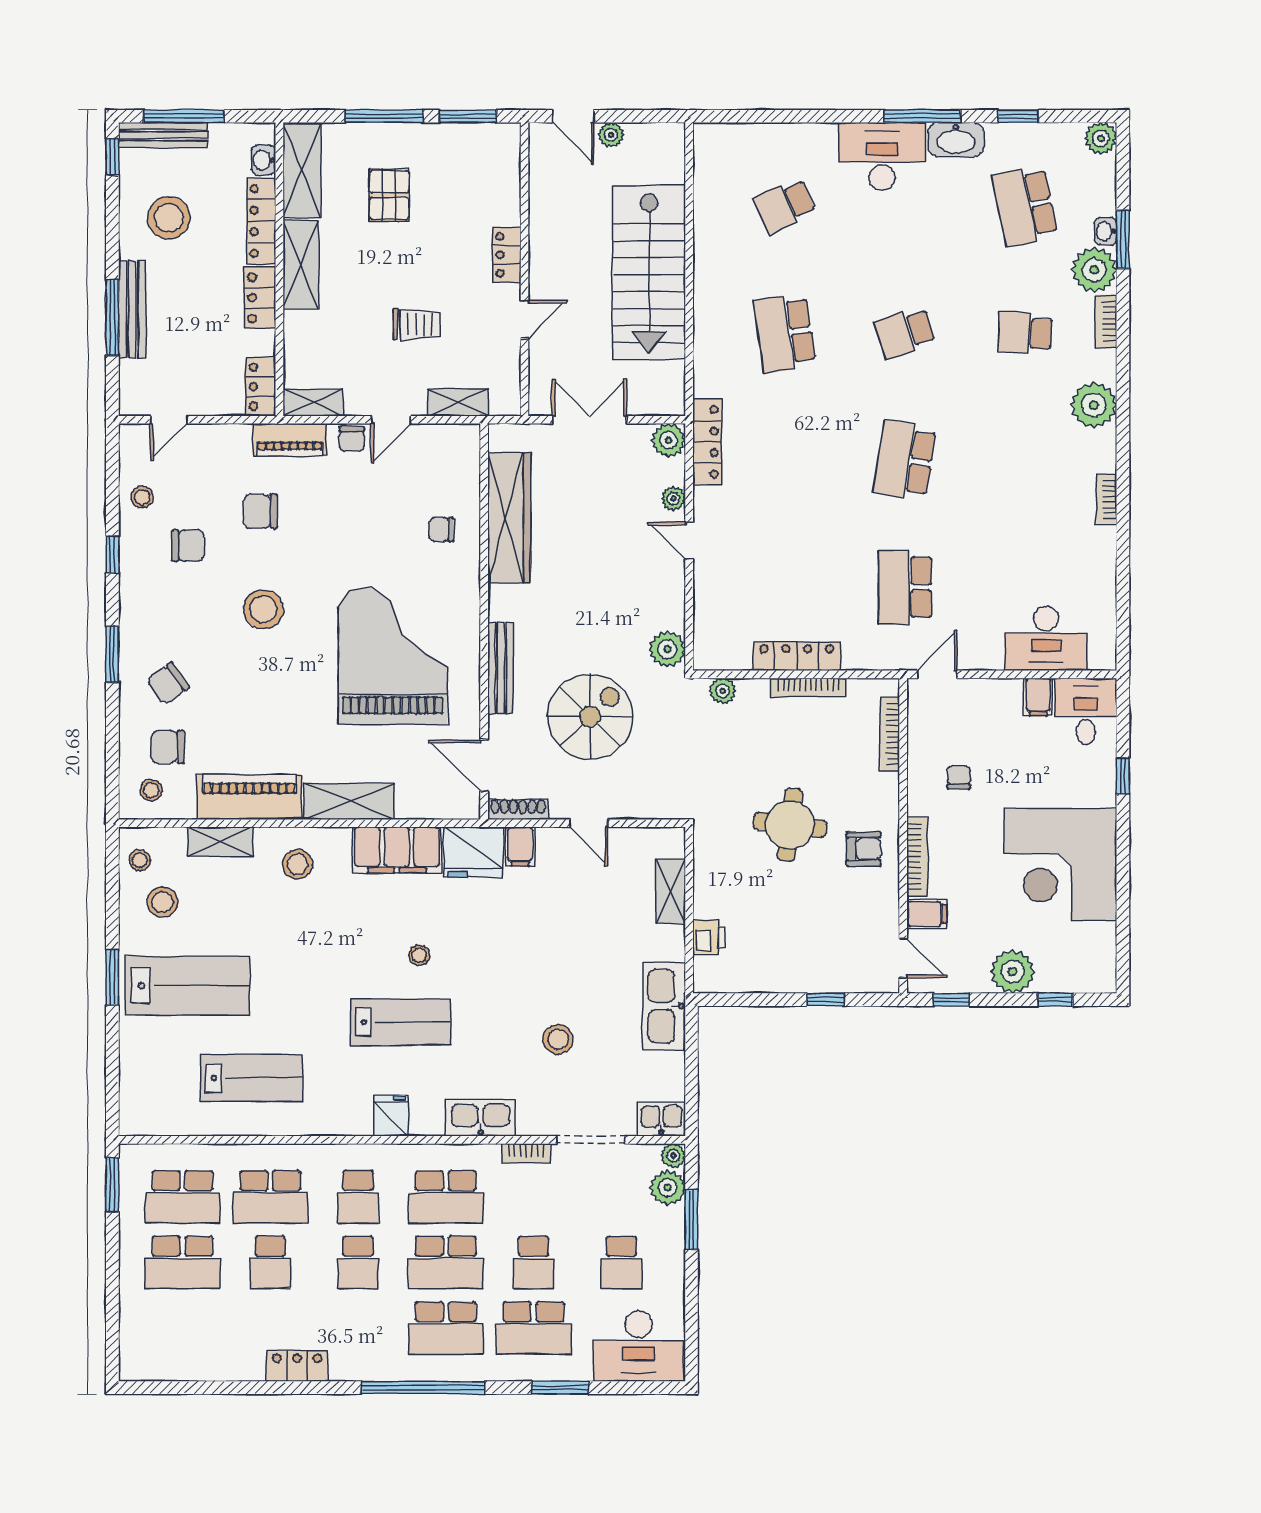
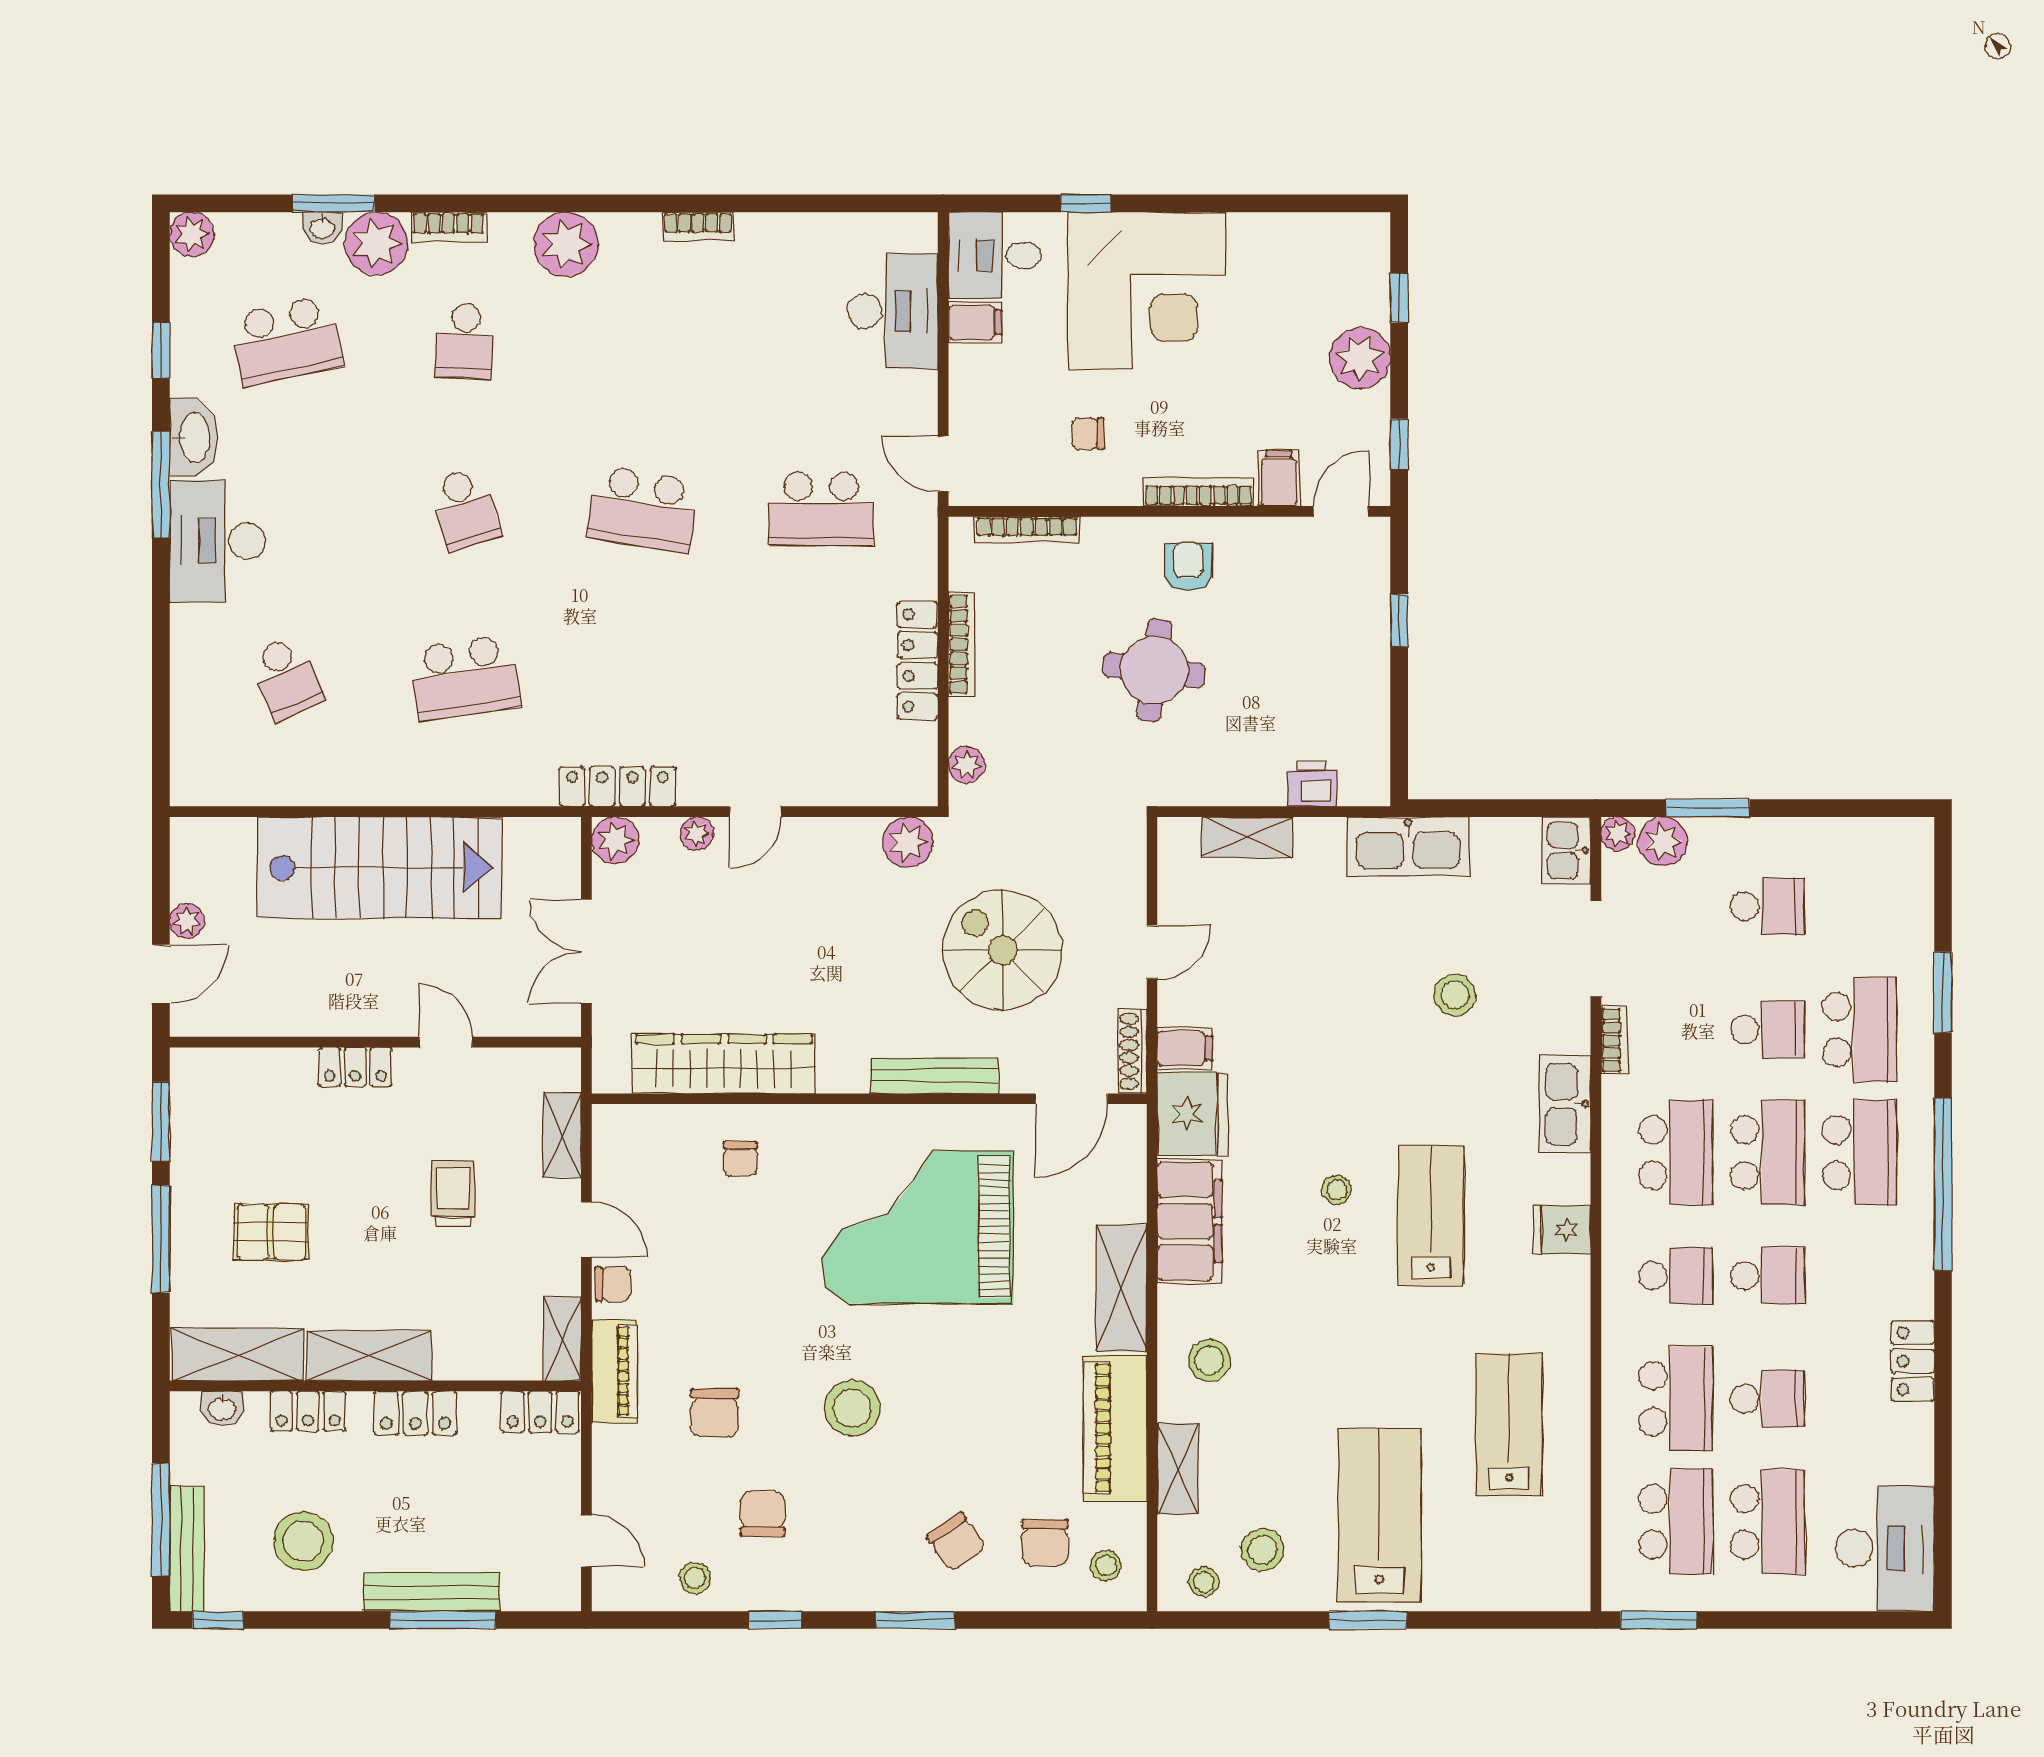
locker: (261, 221) -> (308, 1411), width x0.66
corner desk: (1061, 865) -> (1147, 291), moved
desk: (639, 1346) -> (1885, 1548), moved

